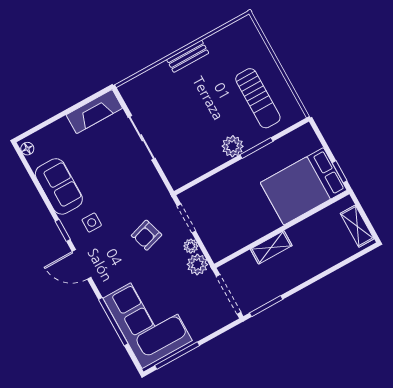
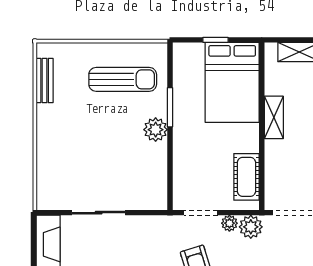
bench: (188, 56) -> (45, 80), moved
window: (340, 172) -> (216, 40), moved
cot: (235, 239) -> (246, 177), added
shelving: (271, 247) -> (274, 117), moved

